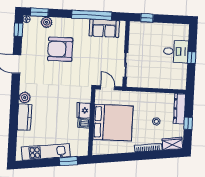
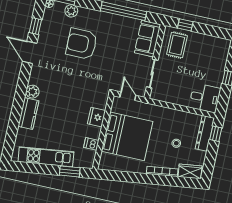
sofa: (104, 28) -> (148, 39), moved, turned 90
window: (18, 30) -> (35, 26), moved
rug: (143, 37) -> (177, 45), added
desk: (176, 51) -> (205, 98), moved
dishwasher: (84, 123) -> (91, 144), moved
window: (188, 123) -> (216, 134), moved

